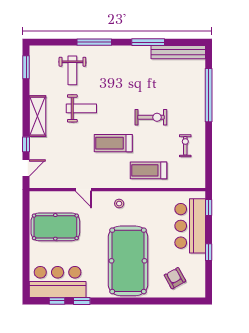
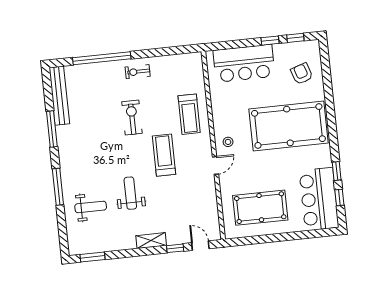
shelving: (38, 116) -> (151, 241), width x0.67, depth x0.75
treadmill: (113, 143) -> (164, 155), turned 180
exercise bike: (185, 146) -> (138, 72), moved
door: (83, 190) -> (215, 165), moved
window: (209, 208) -> (295, 38), moved
pool table: (55, 227) -> (260, 208), turned 90
armchair: (175, 278) -> (302, 74), turned 101

